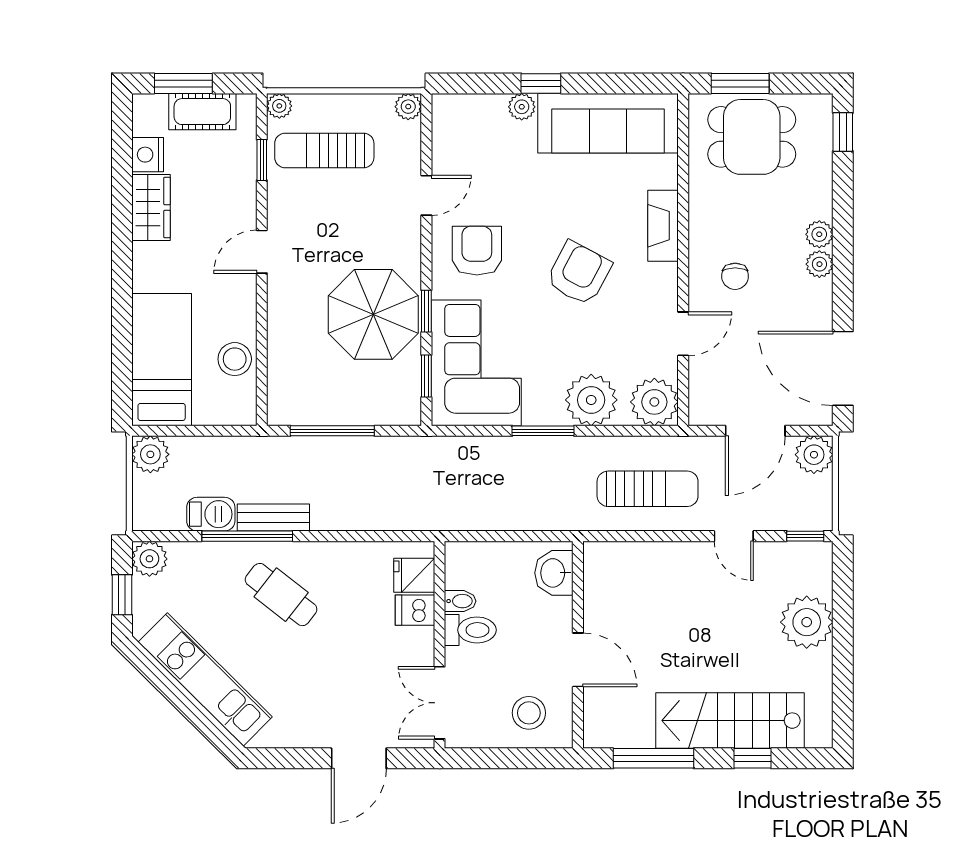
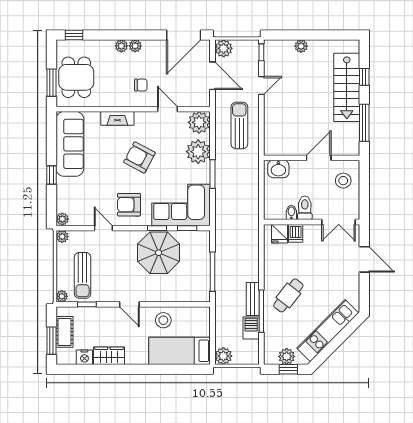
plant: (522, 107) -> (62, 219), moved
stool: (235, 359) -> (163, 320), moved
plant: (149, 559) -> (287, 356), moved
plant: (807, 622) -> (301, 46), width x0.53, depth x0.53

